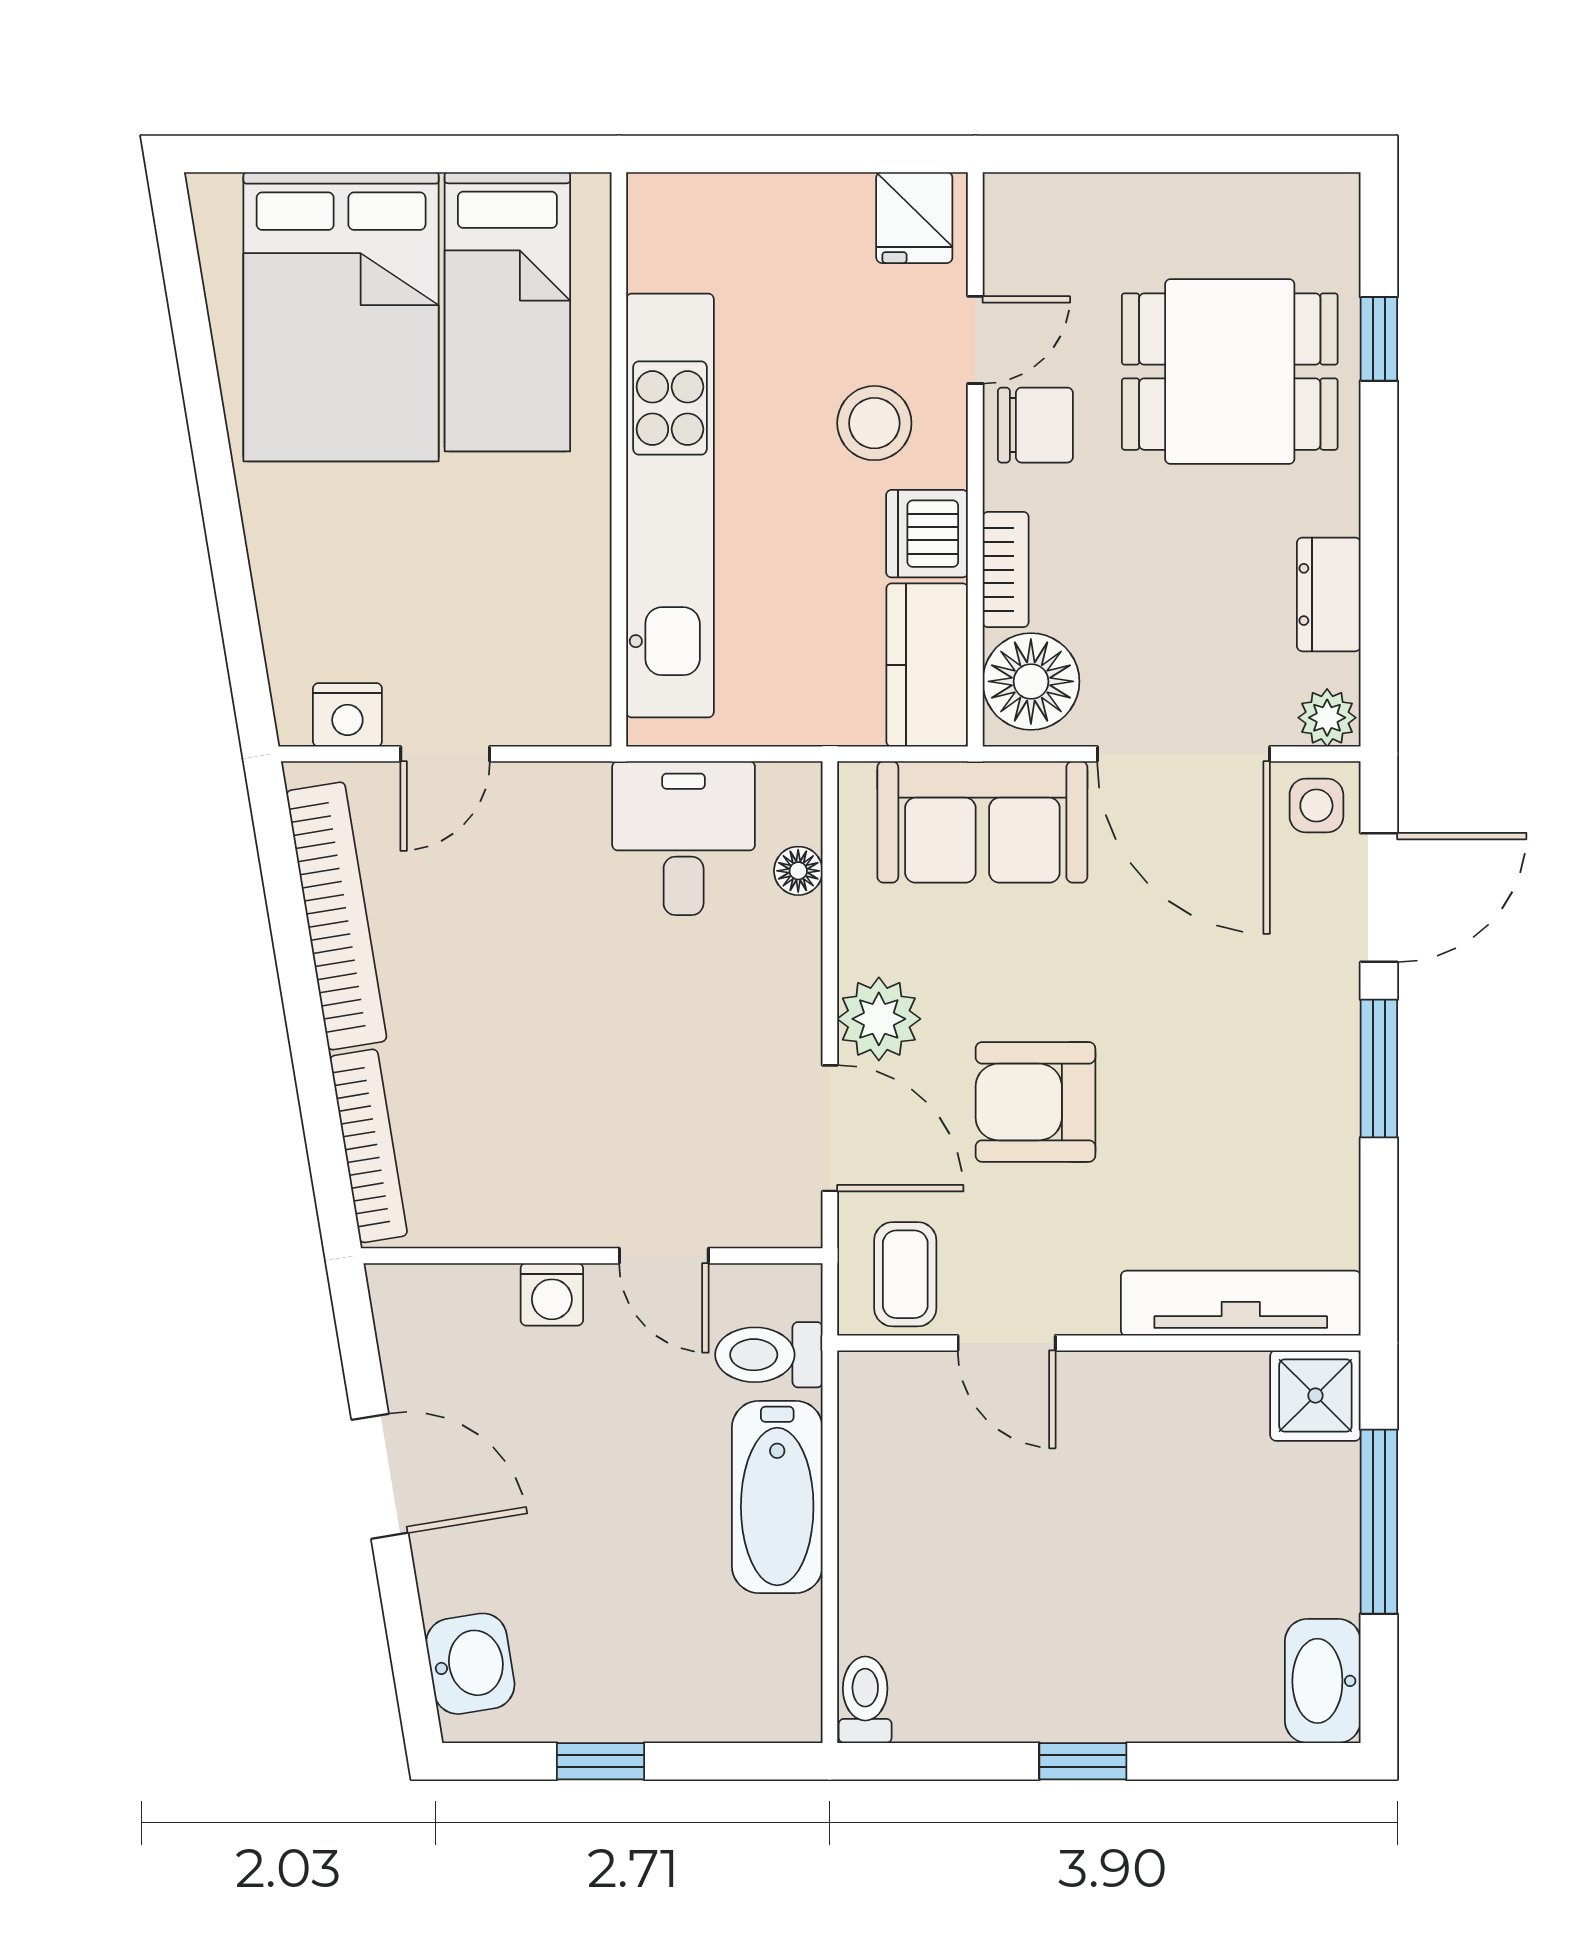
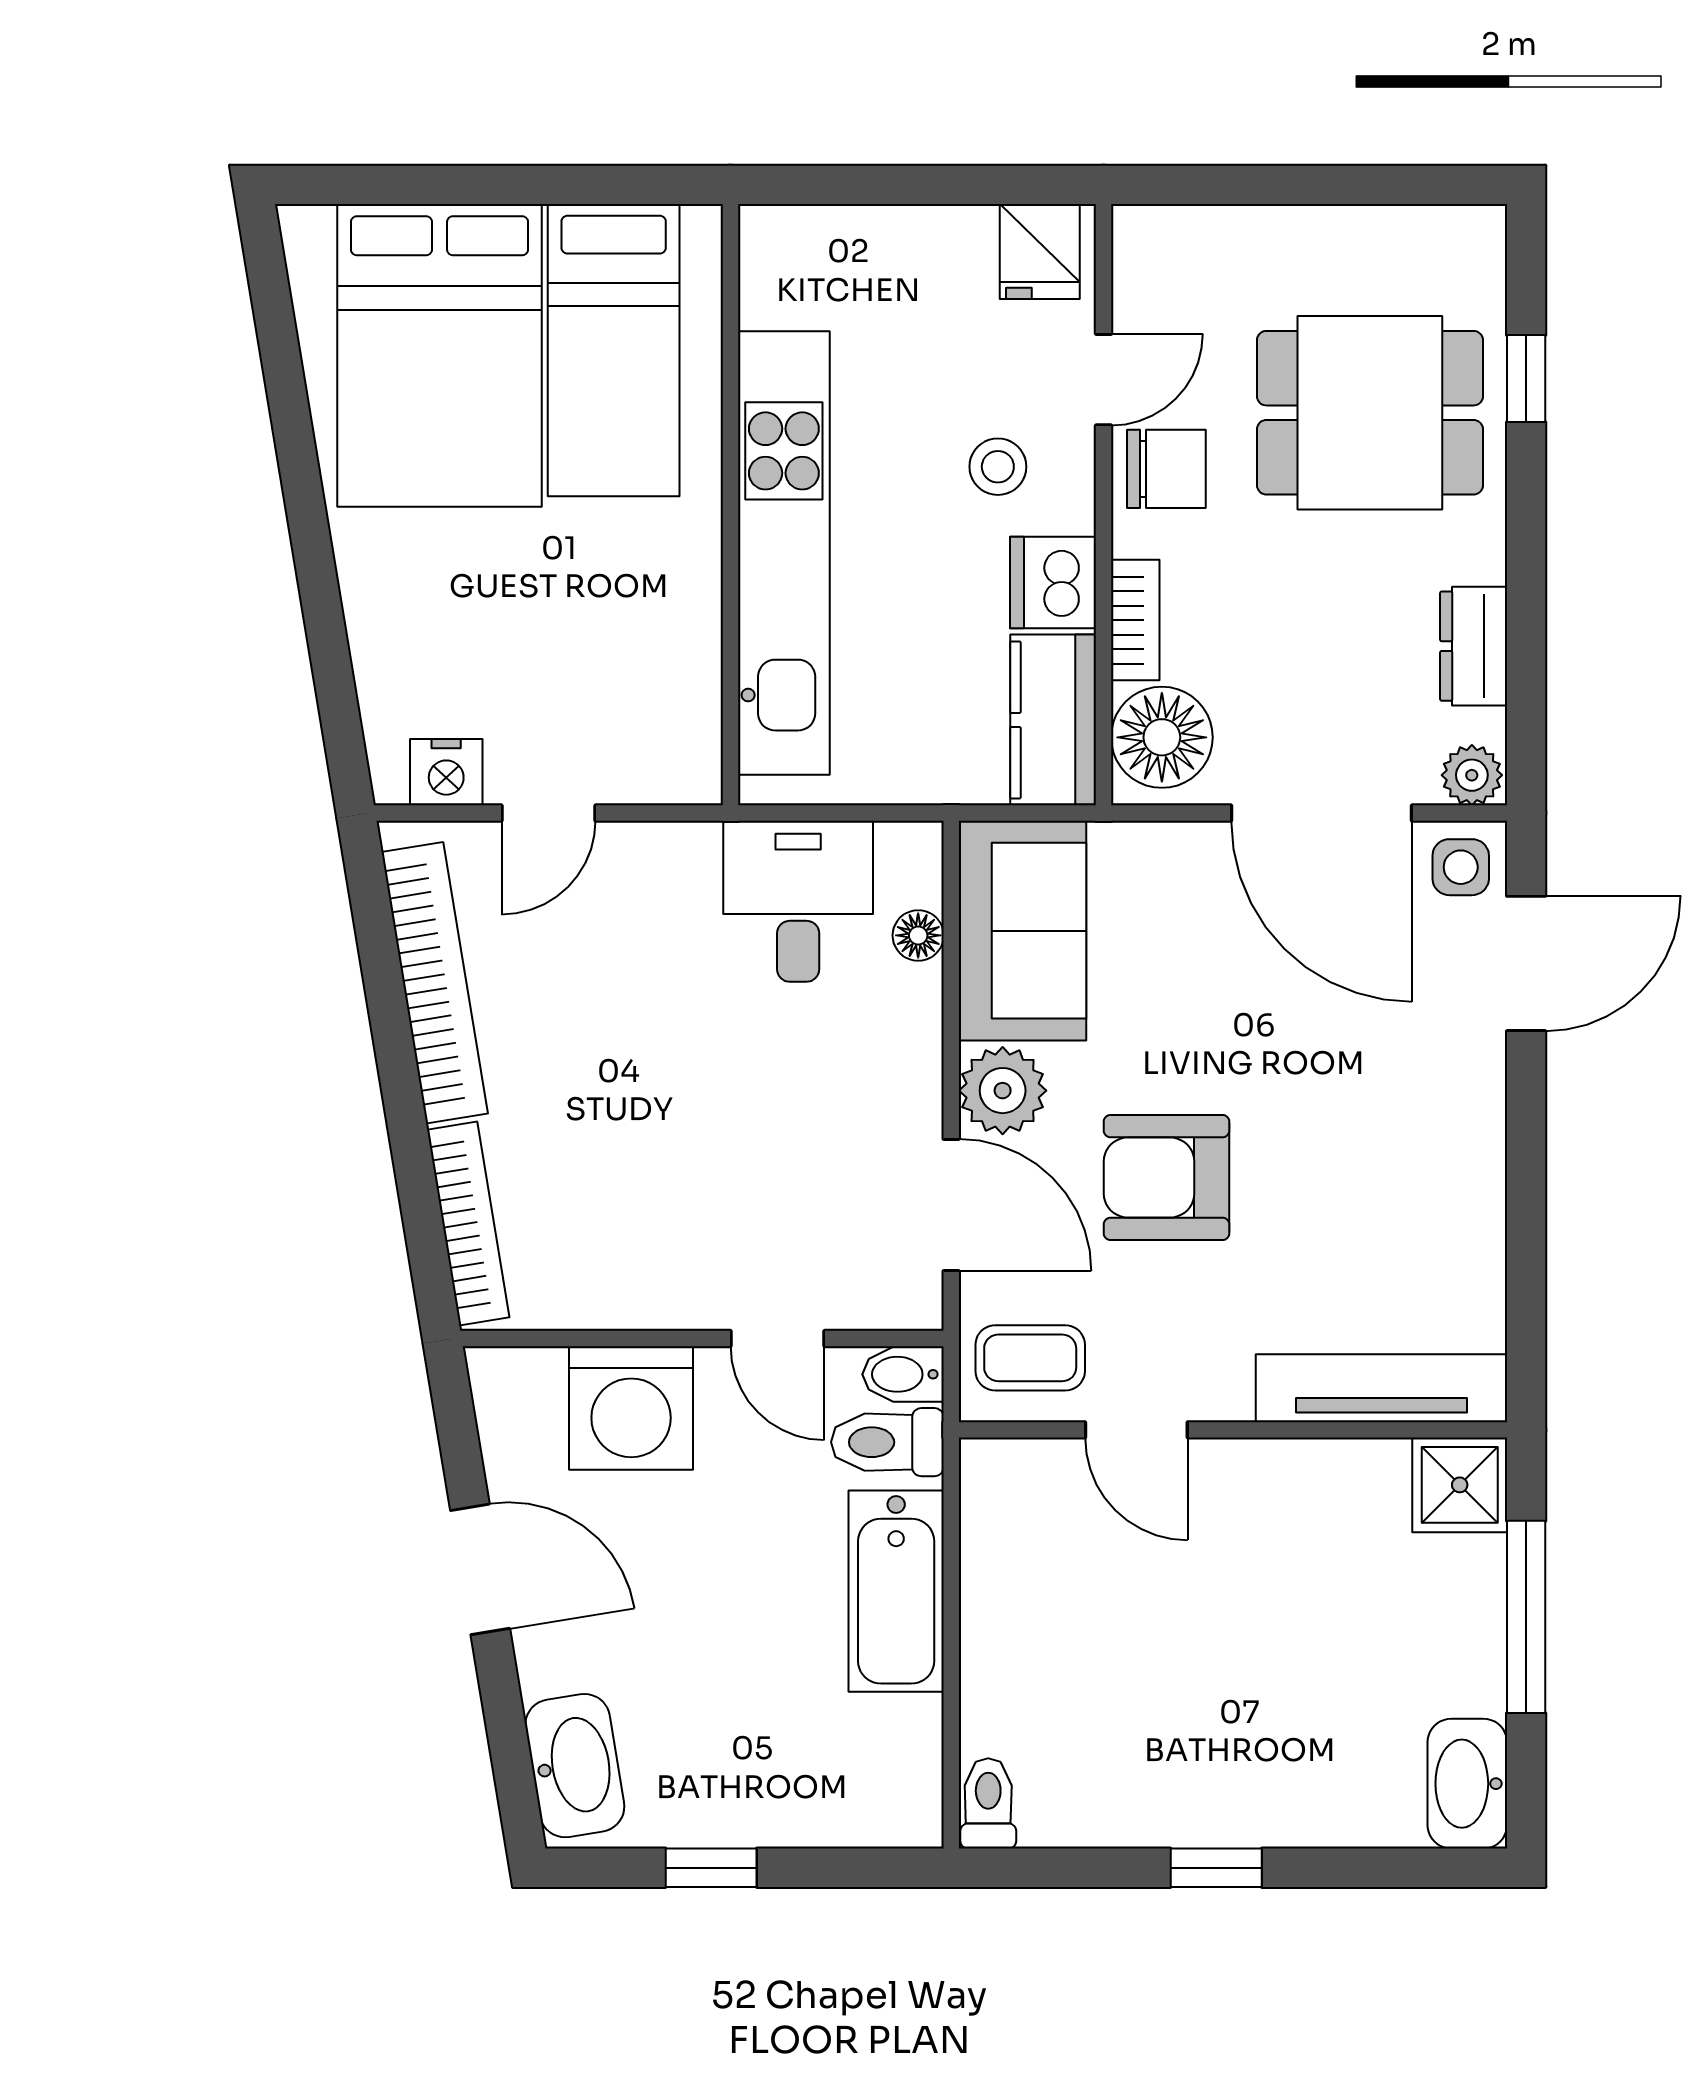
stool: (874, 423) -> (998, 467), width x0.73, depth x0.73
sofa: (982, 822) -> (1022, 931), moved, turned -90
window: (1379, 1068) -> (1526, 1142), removed
coffee table: (905, 1274) -> (1030, 1358), turned 90
bidet: (784, 1290) -> (903, 1374), added
washing machine: (552, 1294) -> (631, 1408), width x1.89, depth x1.89
washbasin: (470, 1664) -> (575, 1766), width x1.38

